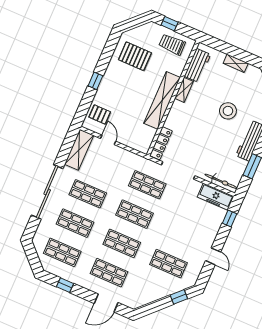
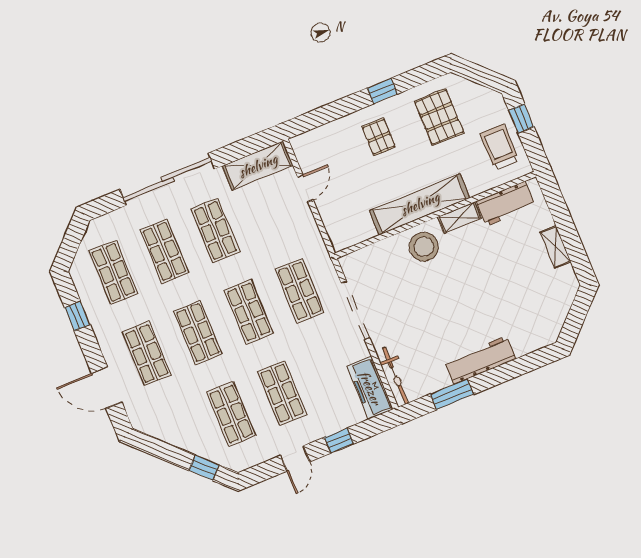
window: (95, 81) -> (382, 91), moved
stool: (228, 111) -> (424, 247), moved
pallet: (100, 114) -> (379, 137), moved
locker: (161, 143) -> (367, 256), removed
window: (230, 218) -> (339, 441), moved
shop shelf: (181, 234) -> (282, 393), added

